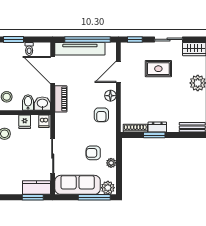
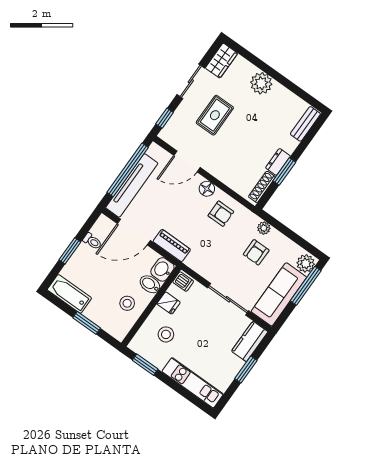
door: (118, 72) -> (187, 161), hinge flipped
plant: (111, 163) -> (264, 228), moved
window: (33, 197) -> (246, 369), moved

